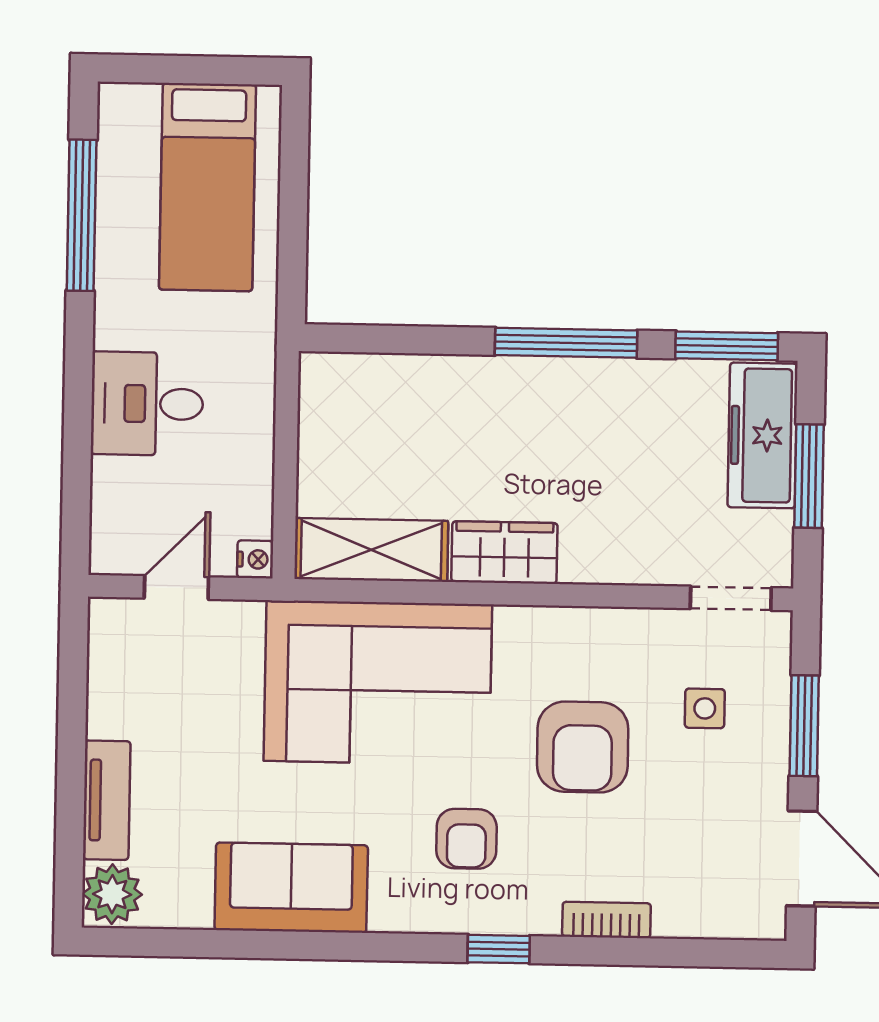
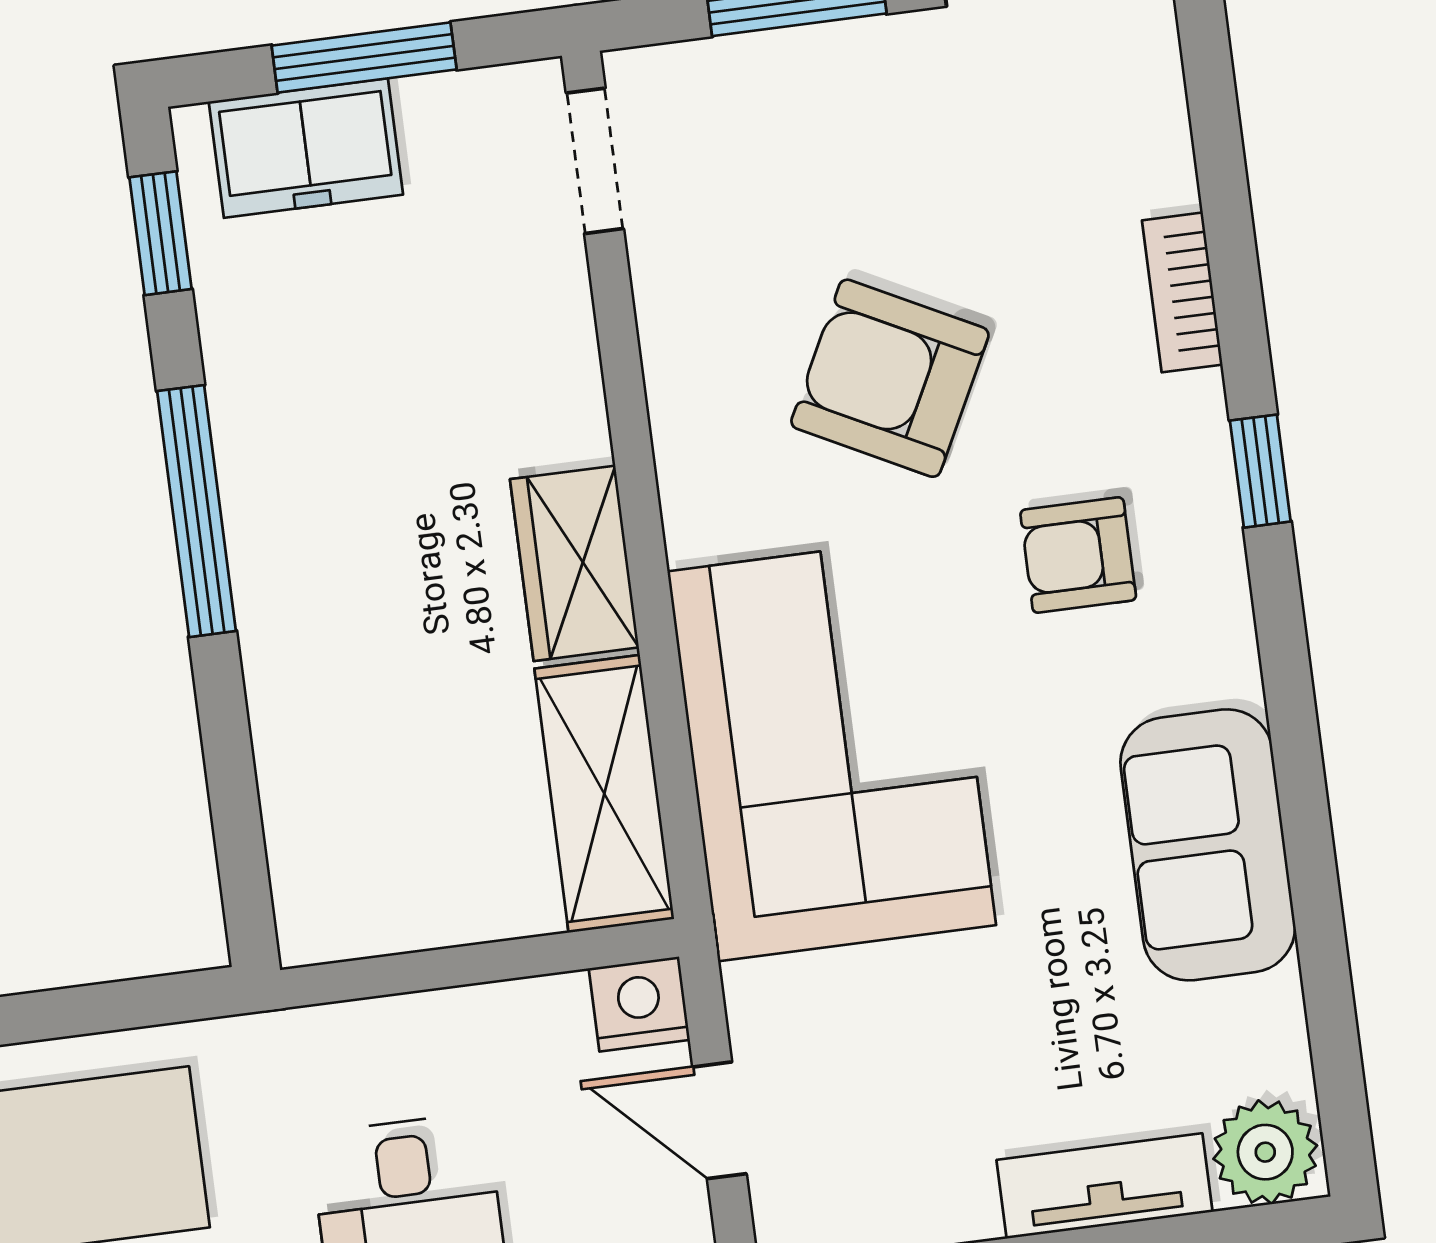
window: (727, 346) -> (160, 233), width x0.67
freezer: (763, 435) -> (306, 148), width x0.71
nightstand: (255, 559) -> (639, 1004), width x1.39, depth x1.35
side table: (705, 708) -> (792, 177), removed
armchair: (583, 747) -> (890, 378), turned -153
armchair: (466, 839) -> (1078, 555), turned 180

